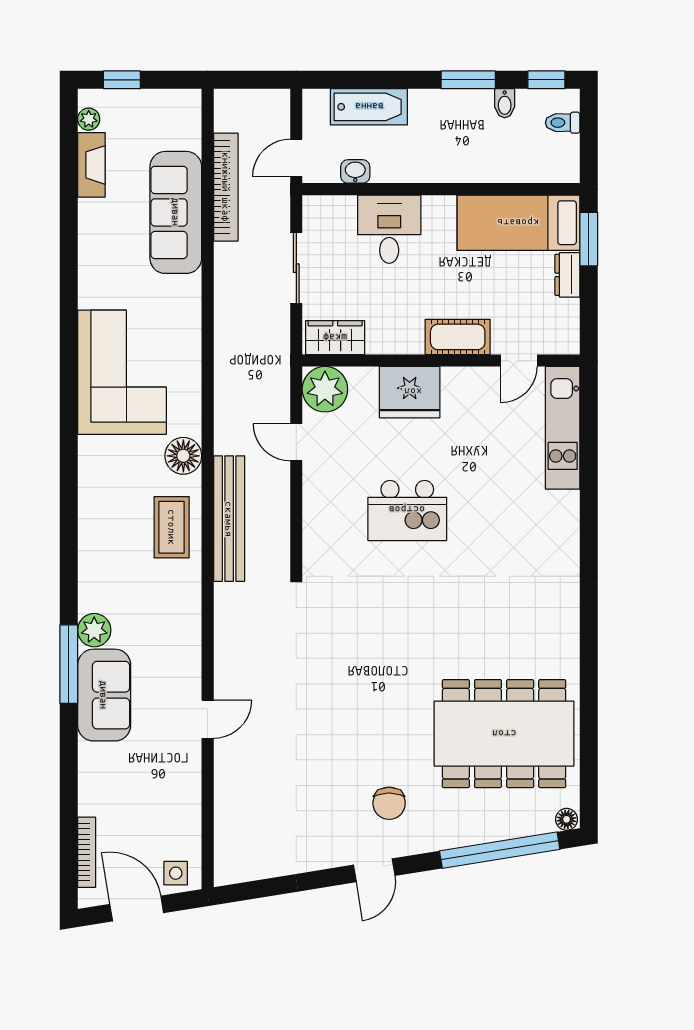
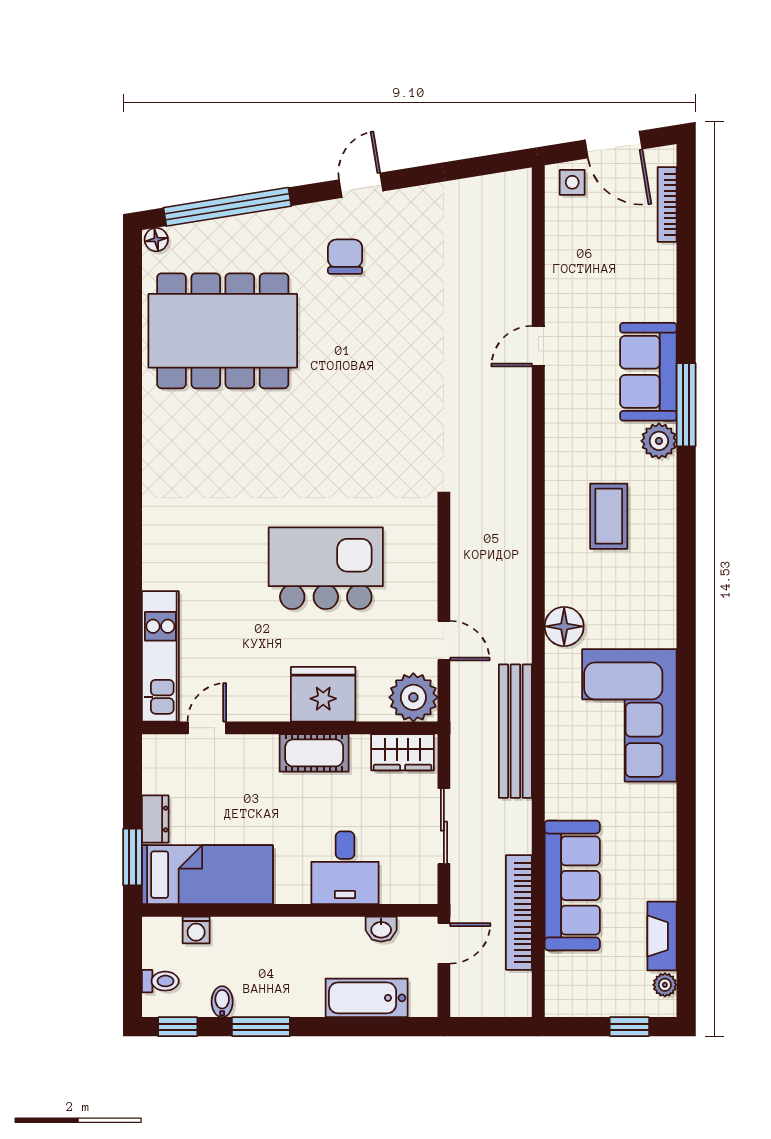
washing machine: (529, 171) -> (196, 930), added
cot: (458, 337) -> (314, 753), moved
kitchen island: (407, 510) -> (326, 568), width x1.37, depth x1.28
bench: (229, 519) -> (515, 731), moved
coffee table: (172, 527) -> (609, 516), moved

